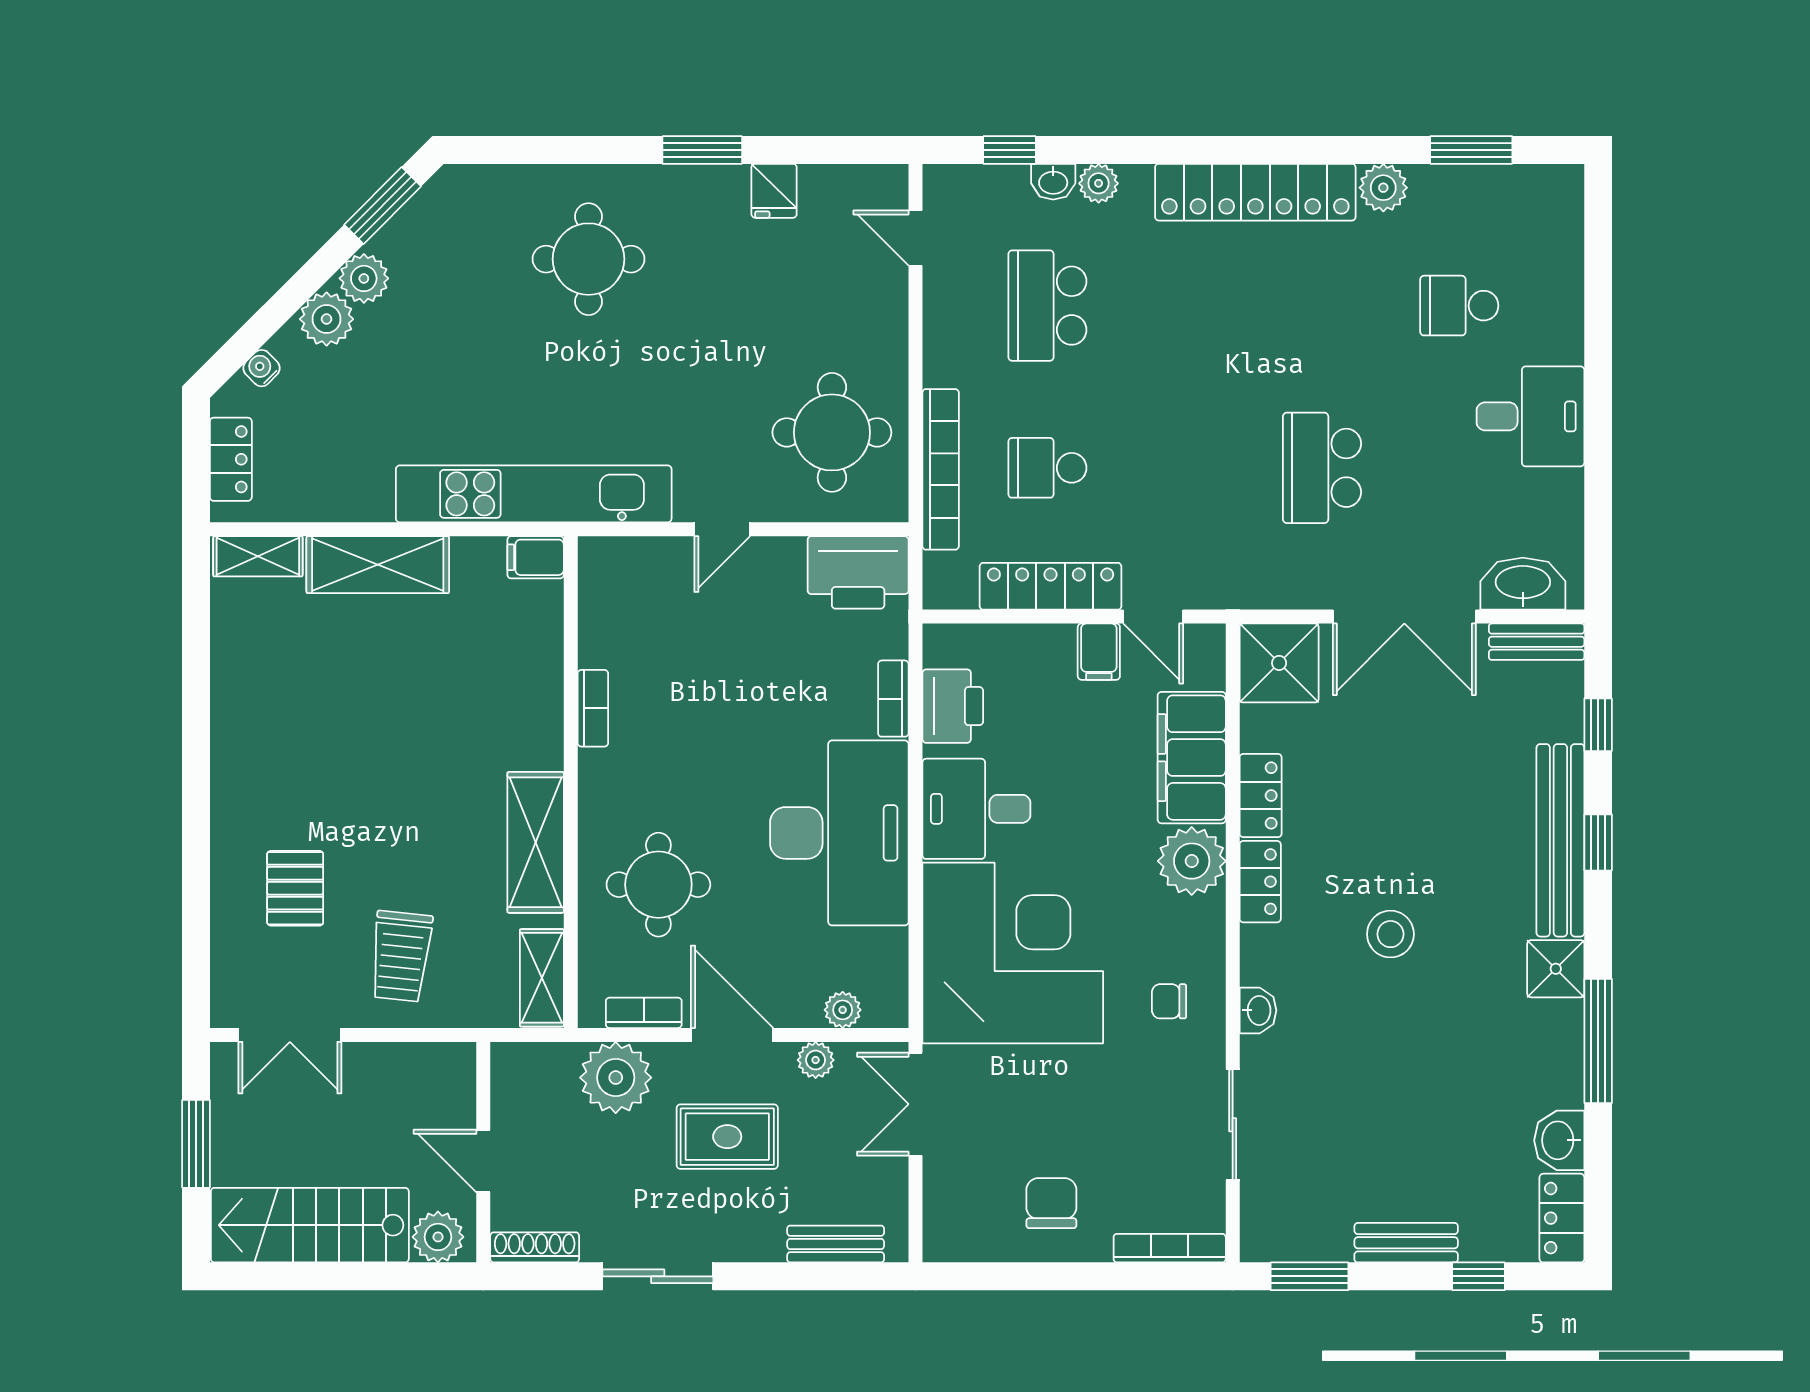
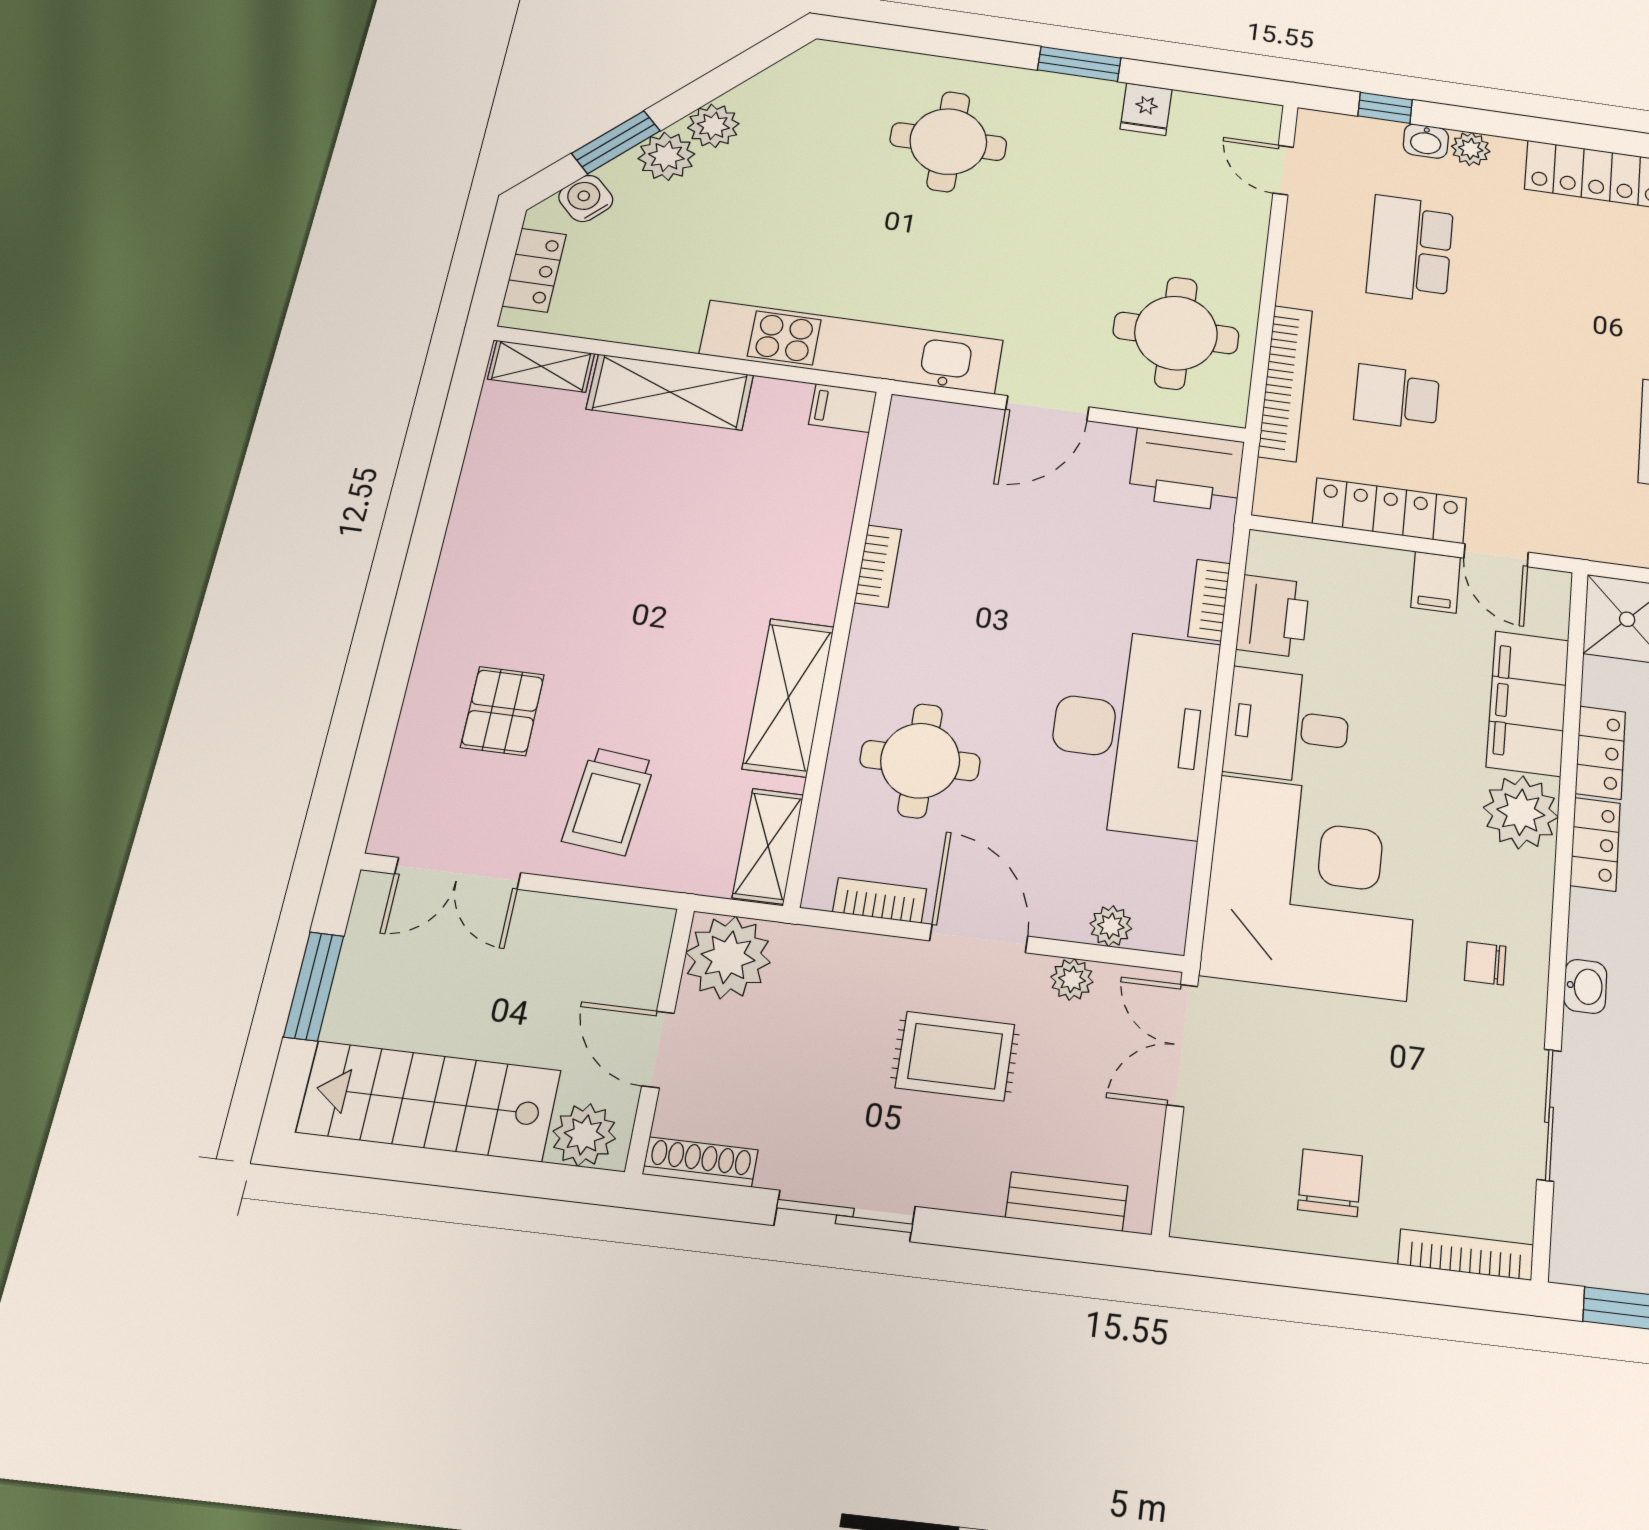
window: (383, 206) -> (616, 142), moved
water cooler: (262, 368) -> (586, 198), width x1.38, depth x1.38
door: (722, 529) -> (1047, 408), width x1.38
plant: (616, 1078) -> (728, 957), moved

